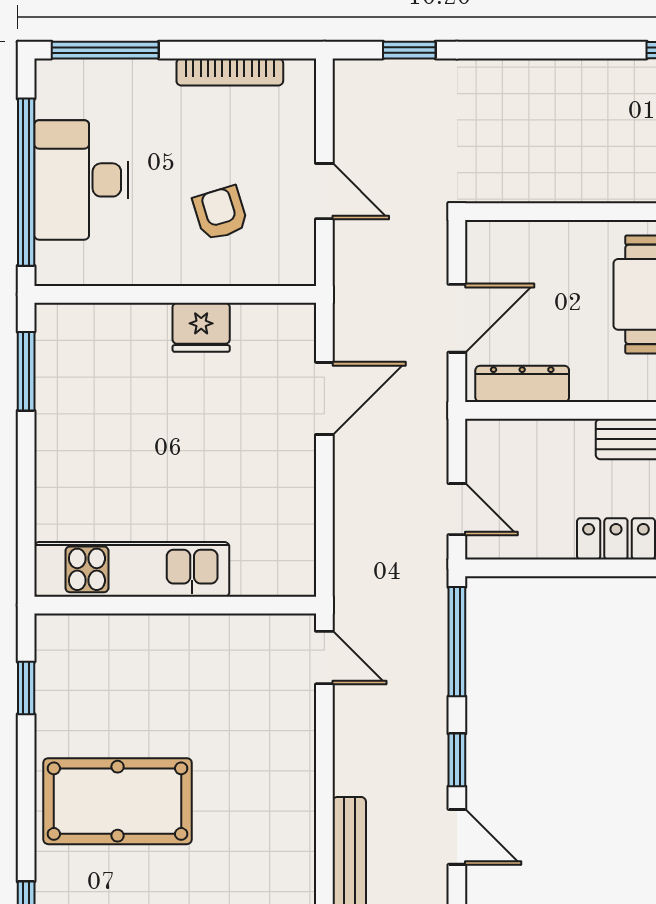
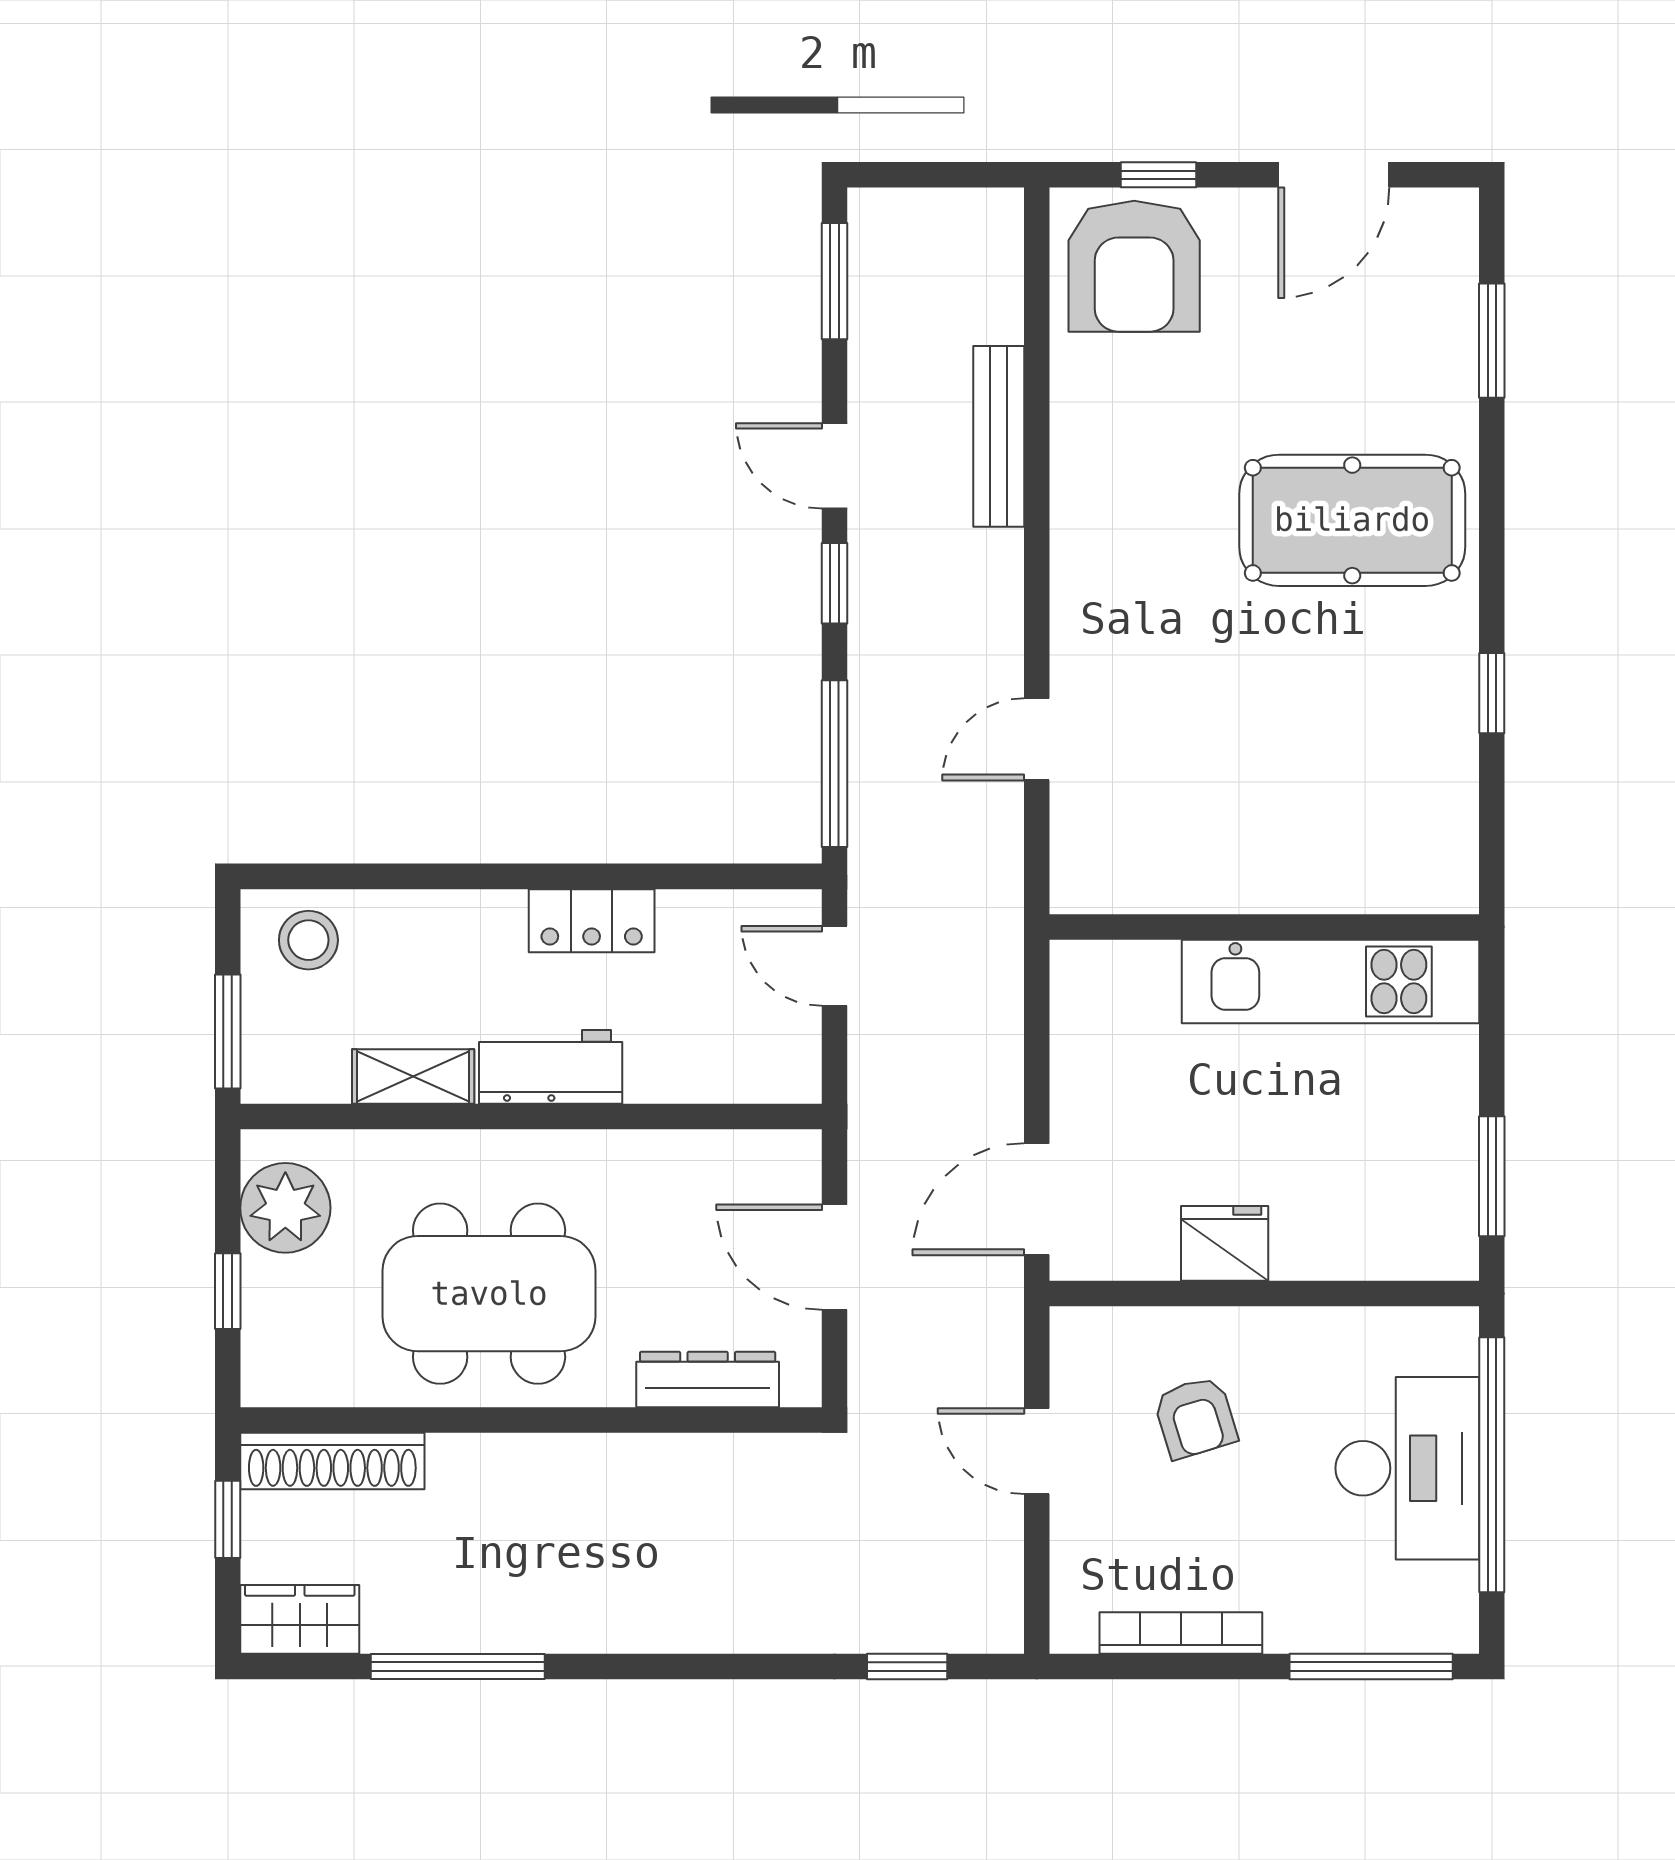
door: (457, 318) -> (834, 1257), hinge flipped
dresser: (522, 384) -> (708, 1379), moved, turned 180
door: (324, 398) -> (1037, 1199), moved
kitchen unit: (132, 569) -> (1330, 981), moved
wall: (175, 605) -> (1264, 927), moved
door: (324, 658) -> (1037, 739), hinge flipped

